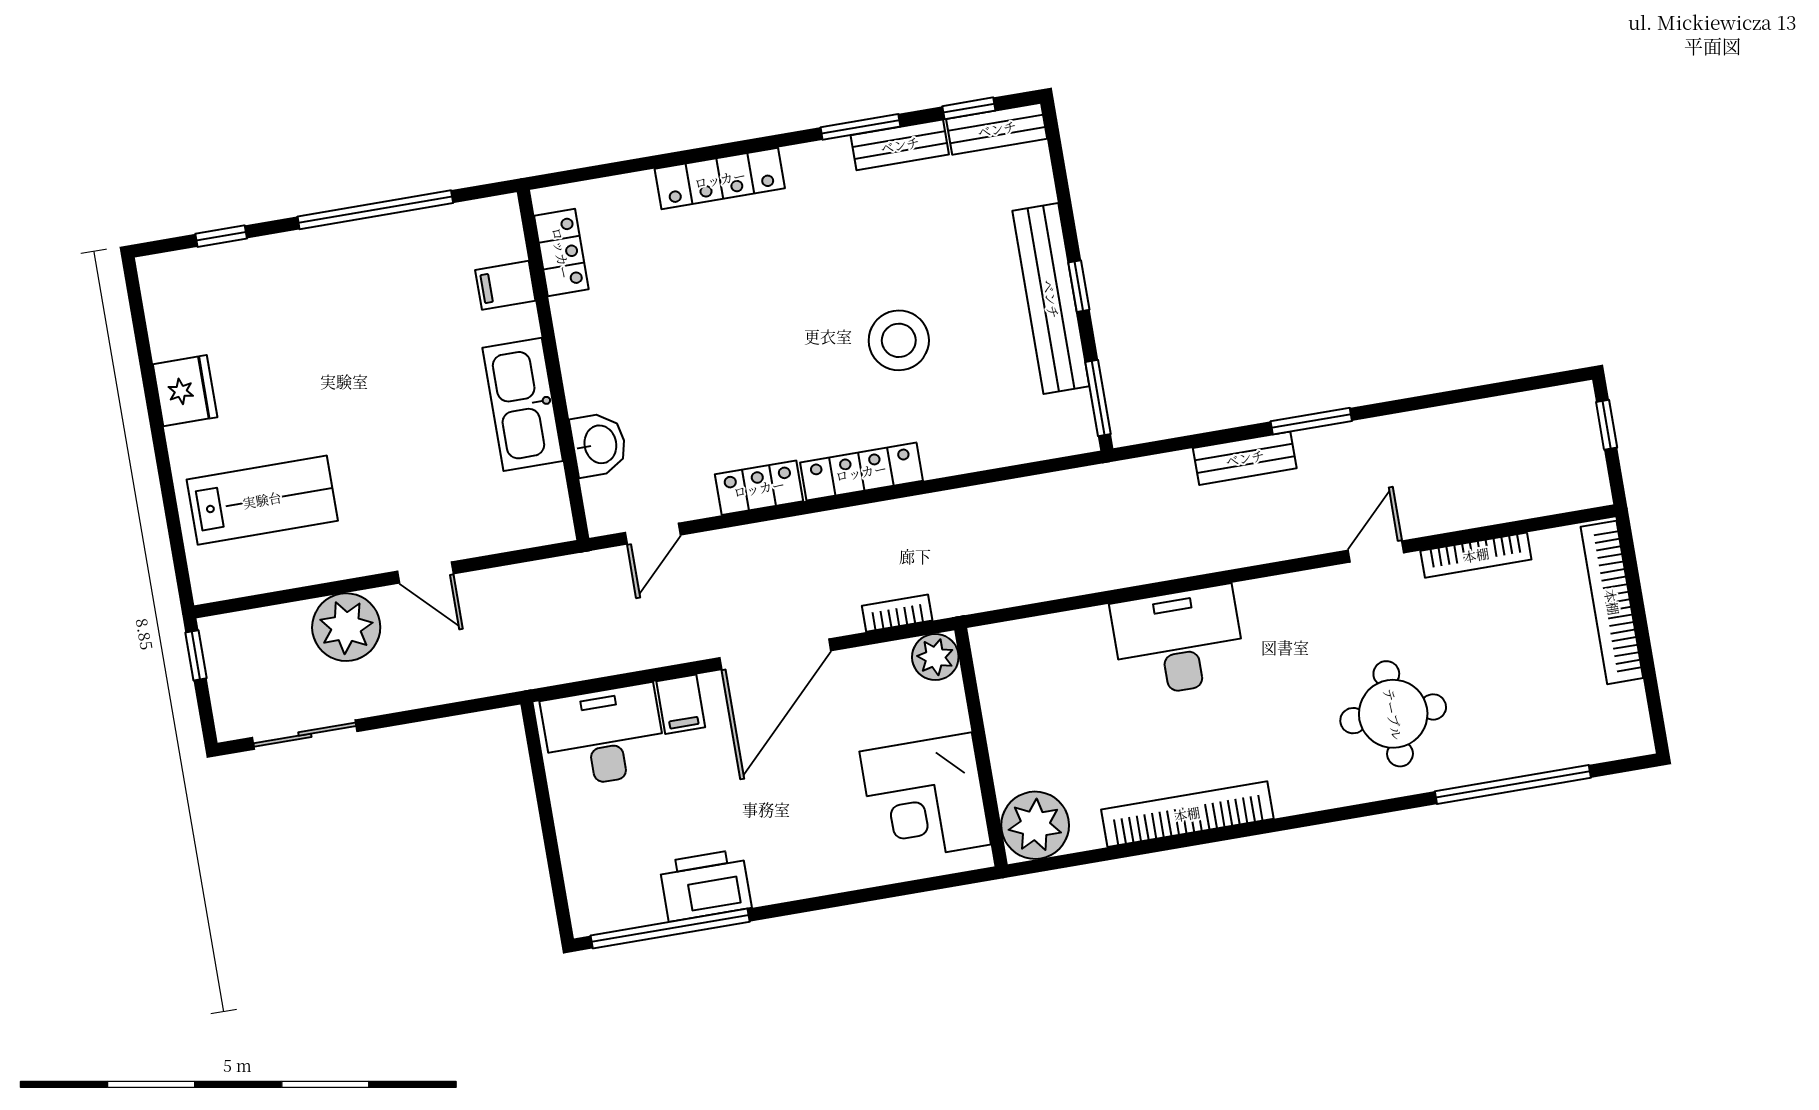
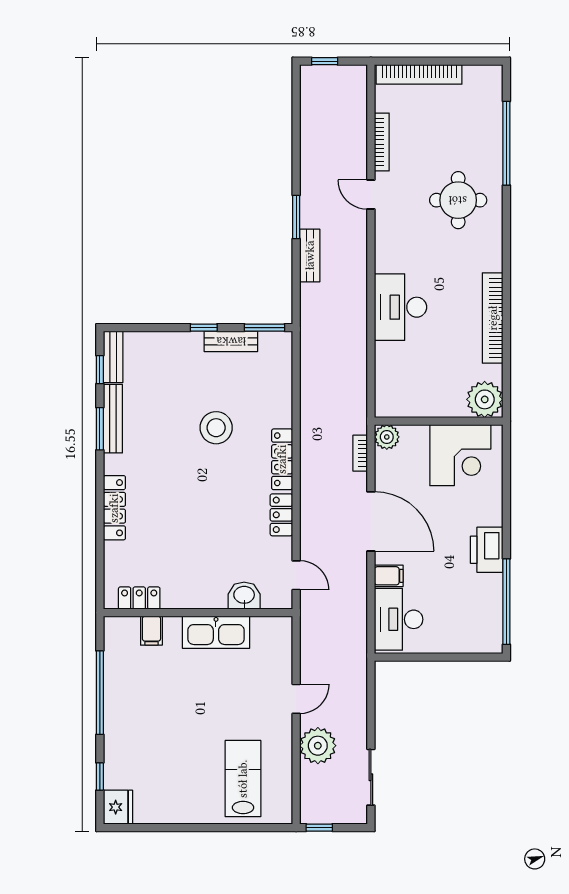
bench: (900, 145) -> (113, 419), width x1.36
bench: (1051, 299) -> (231, 341), width x0.54, depth x0.82
fridge: (185, 391) -> (118, 807), moved, turned 90
printer: (705, 885) -> (487, 550), moved

